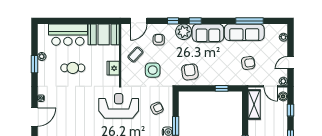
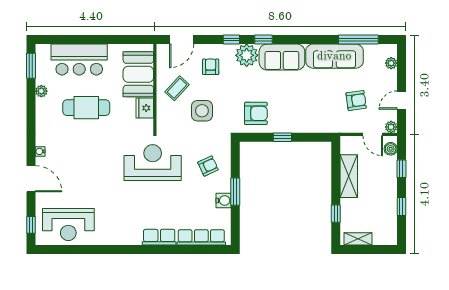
window: (249, 21) -> (358, 40), moved
booth: (104, 34) -> (138, 74), moved, turned 90
armchair: (248, 63) -> (356, 100), moved
window: (35, 64) -> (31, 66), moved
cafe table: (73, 68) -> (86, 108), width x1.37, depth x1.35
armchair: (190, 72) -> (256, 113), turned 98
window: (222, 88) -> (282, 137), moved
shelving: (254, 104) -> (349, 176), moved
door: (35, 117) -> (31, 179), hinge flipped

